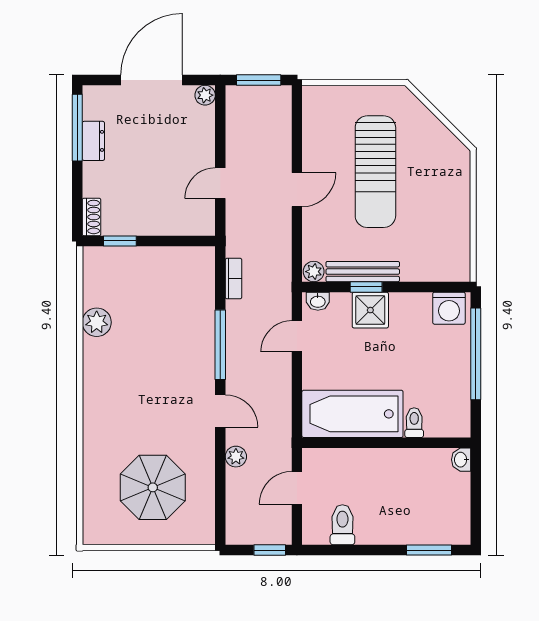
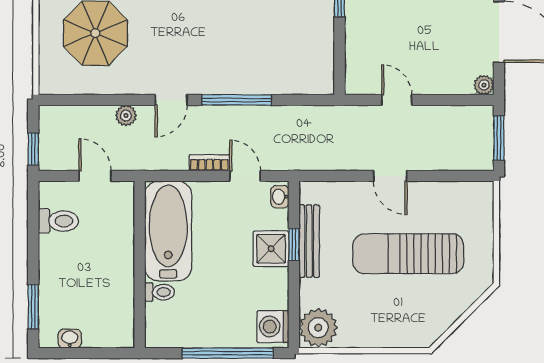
plant: (314, 272) -> (318, 328), moved, width x1.87, depth x1.87
bookcase: (234, 279) -> (209, 163), moved, turned 180
washbasin: (461, 460) -> (70, 339), moved

